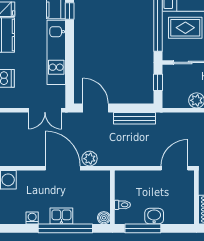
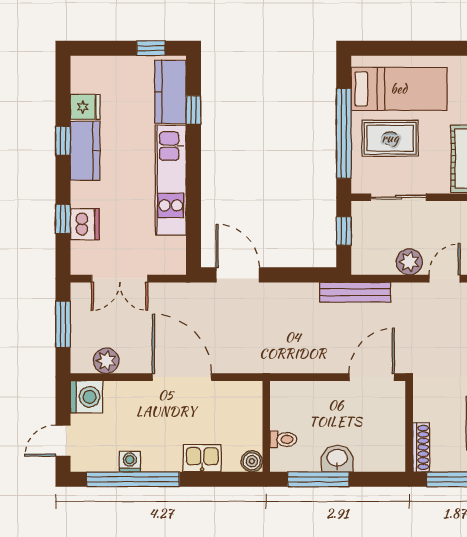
double door: (45, 110) -> (120, 279), moved
bench: (134, 118) -> (355, 292), moved
plant: (90, 159) -> (106, 361), moved
kitchen sink: (61, 216) -> (202, 458), moved
window: (65, 228) -> (133, 479), moved

